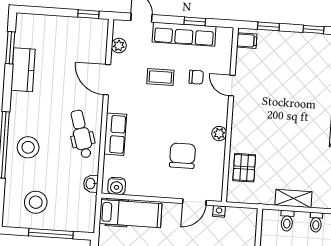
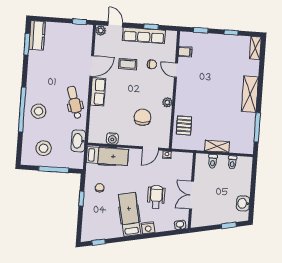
filing cabinet: (247, 41) -> (185, 52), moved
plant: (119, 46) -> (101, 30), moved
kitchen counter: (23, 70) -> (37, 35), moved
door: (107, 80) -> (92, 66), swing flipped
row of seats: (115, 134) -> (98, 92), moved
washbasin: (91, 184) -> (78, 141), width x1.91, depth x1.45
water cooler: (117, 186) -> (112, 138), moved

